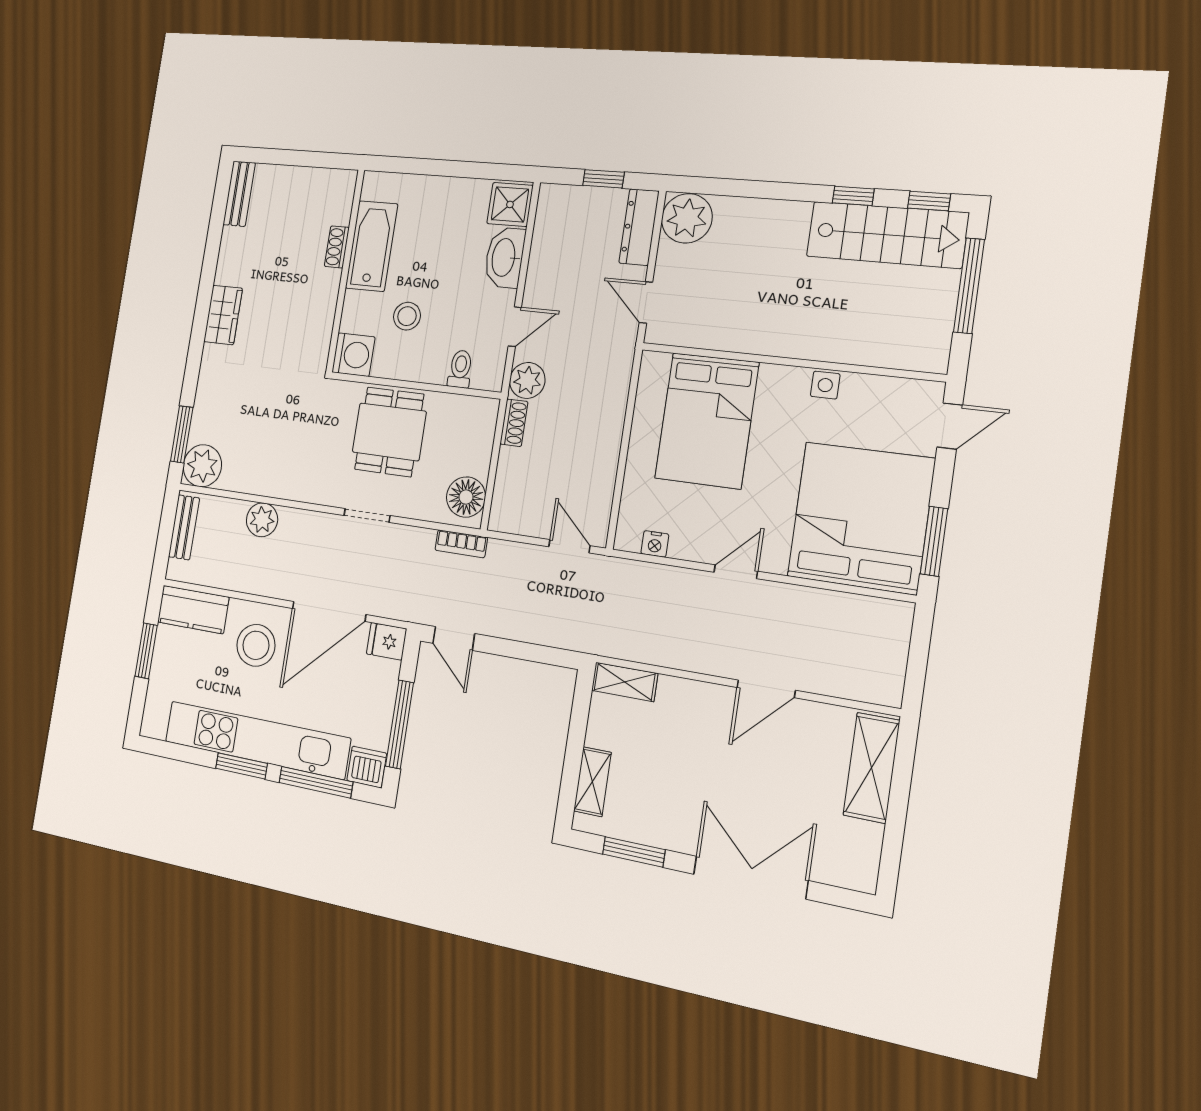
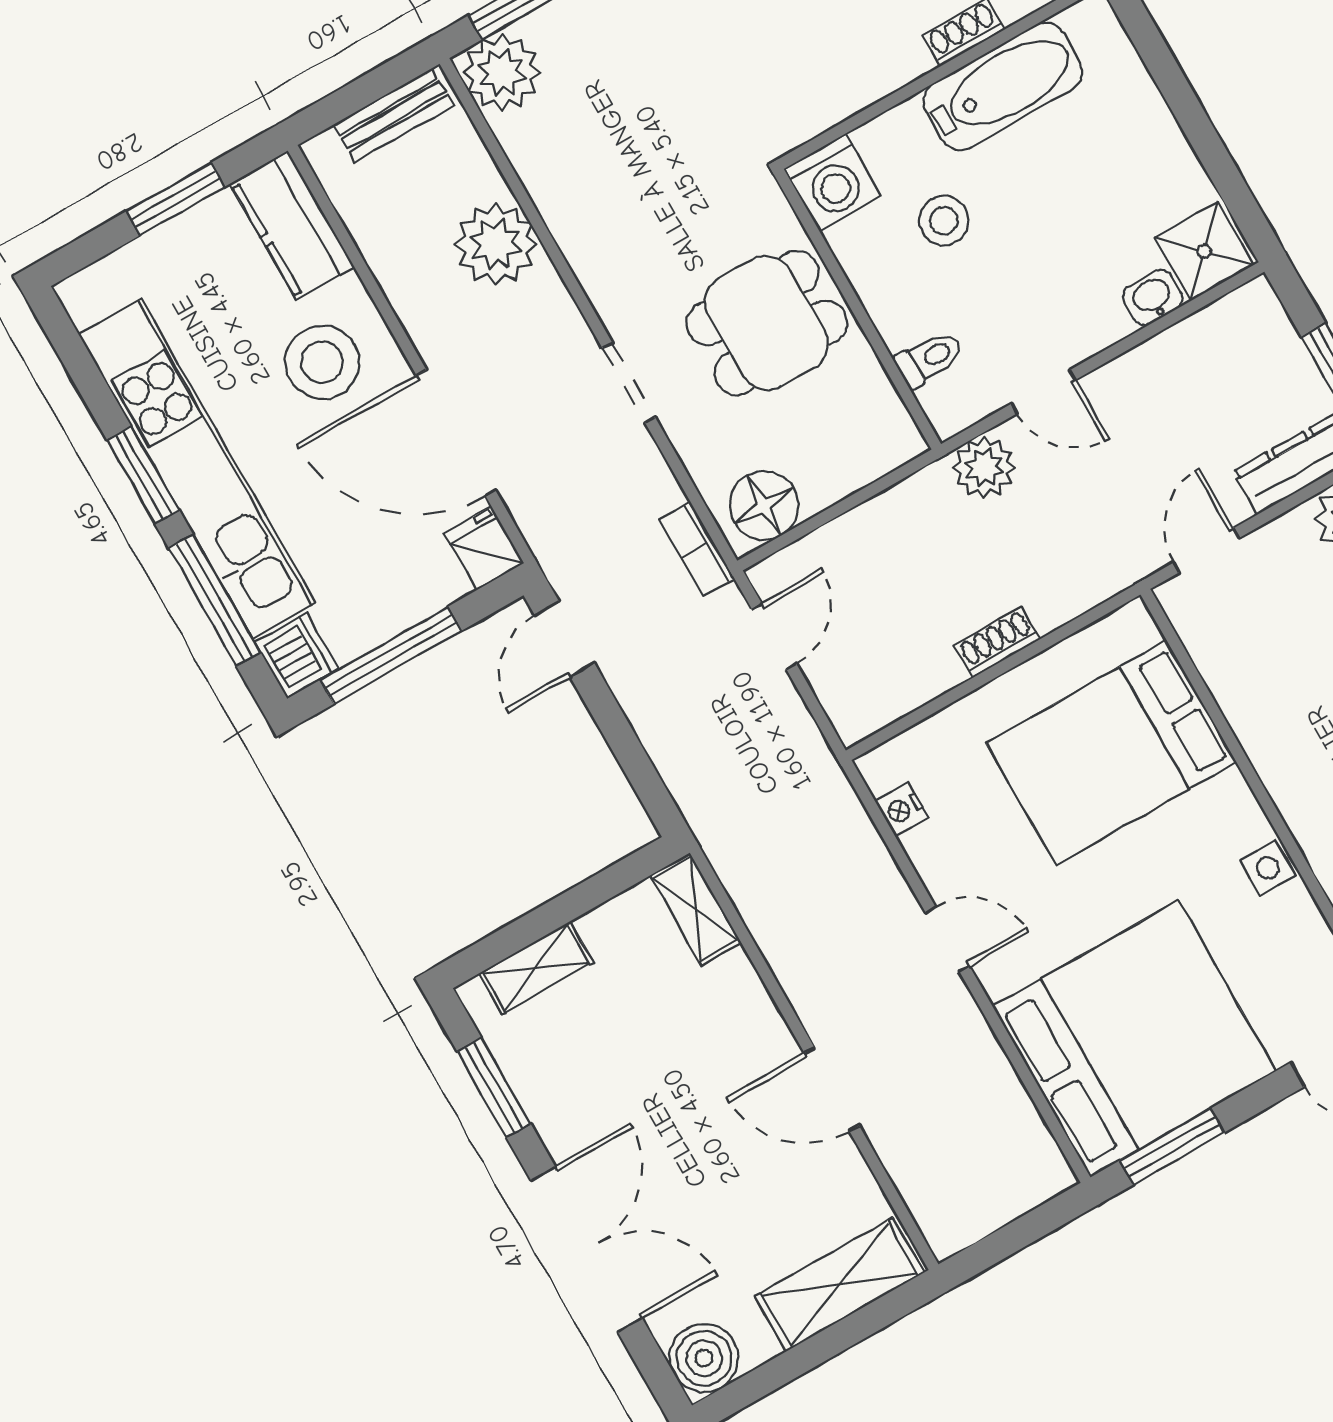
washbasin: (505, 258) -> (1153, 298), width x0.52, depth x0.69
shoe rack: (514, 423) -> (997, 642), moved, turned 180
plant: (262, 520) -> (496, 244), width x1.36, depth x1.36
door: (569, 546) -> (774, 636), moved
boiler: (855, 868) -> (704, 1358), added

